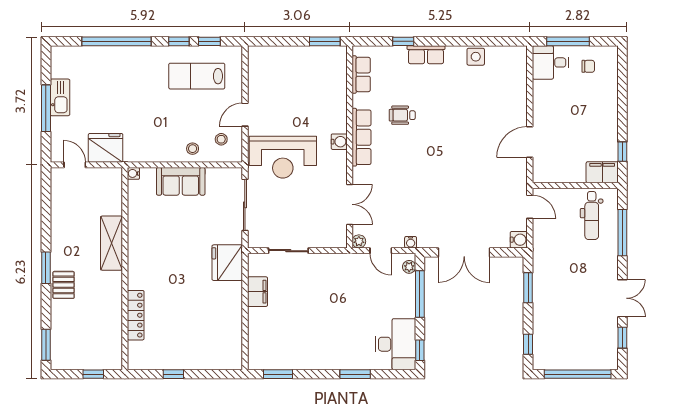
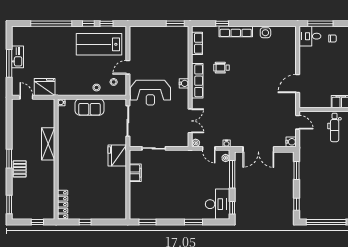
row of seats: (426, 55) -> (236, 32), width x1.48
lab bench: (197, 76) -> (99, 44), width x1.36, depth x1.39
locker: (136, 315) -> (63, 205), moved

